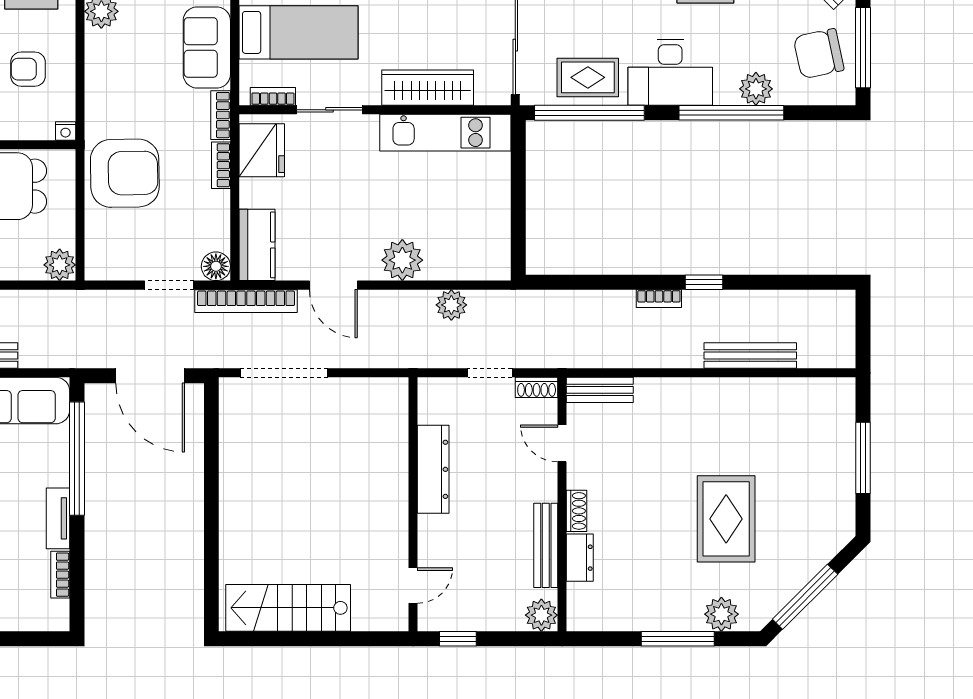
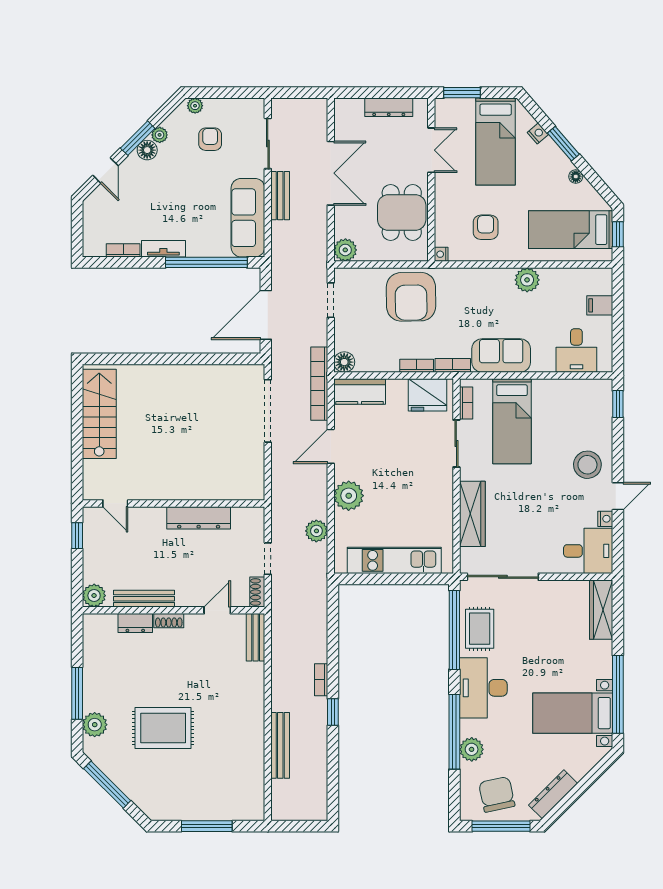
kitchen unit: (445, 133) -> (394, 560), moved, turned 90
doorway: (169, 285) -> (331, 300), moved

